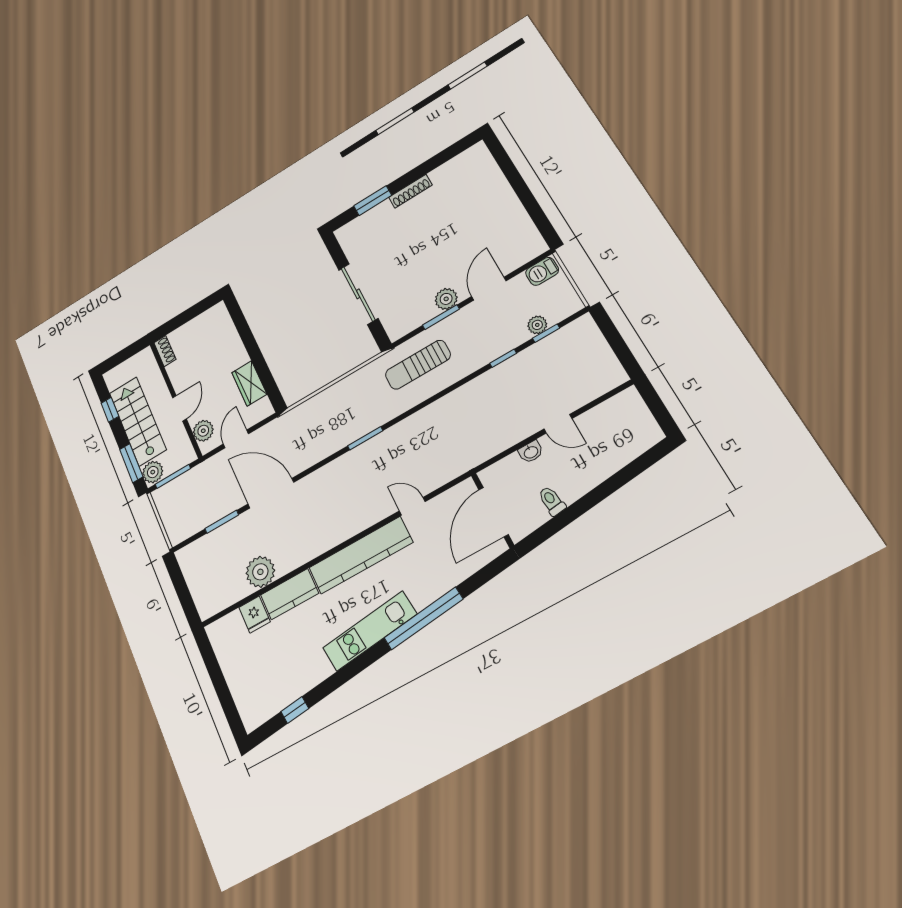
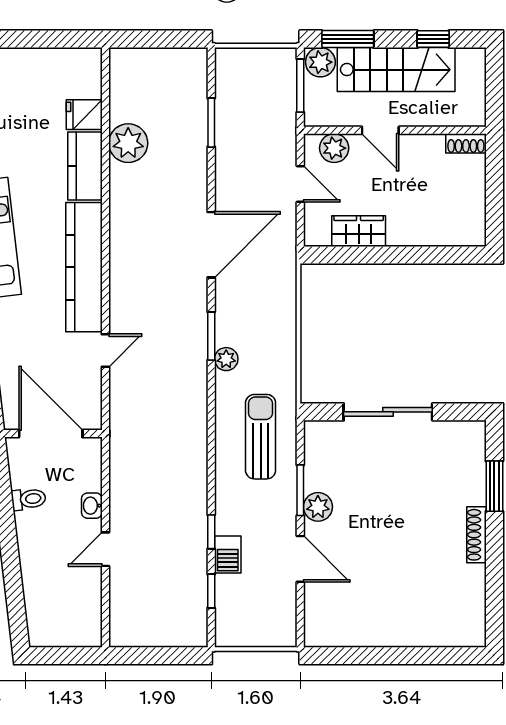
barbecue: (542, 271) -> (228, 555), moved, turned 180
plant: (537, 325) -> (226, 359), moved
door: (271, 493) -> (211, 245), moved

